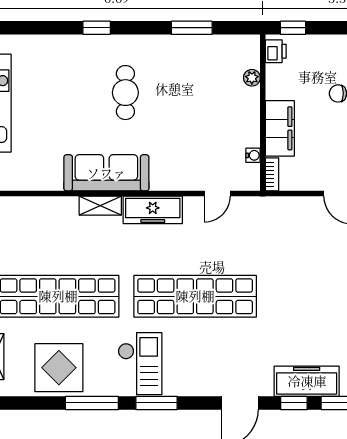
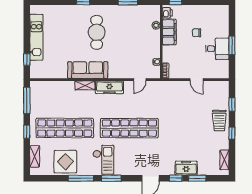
cafe table: (125, 93) -> (97, 32), width x1.37, depth x1.35
filing cabinet: (280, 128) -> (169, 32), moved
freezer: (307, 381) -> (186, 168), width x0.71

